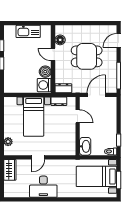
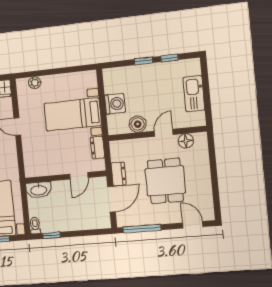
washing machine: (44, 85) -> (115, 104), moved, turned 90
dresser: (63, 88) -> (119, 174), moved
door: (96, 95) -> (112, 199), hinge flipped

